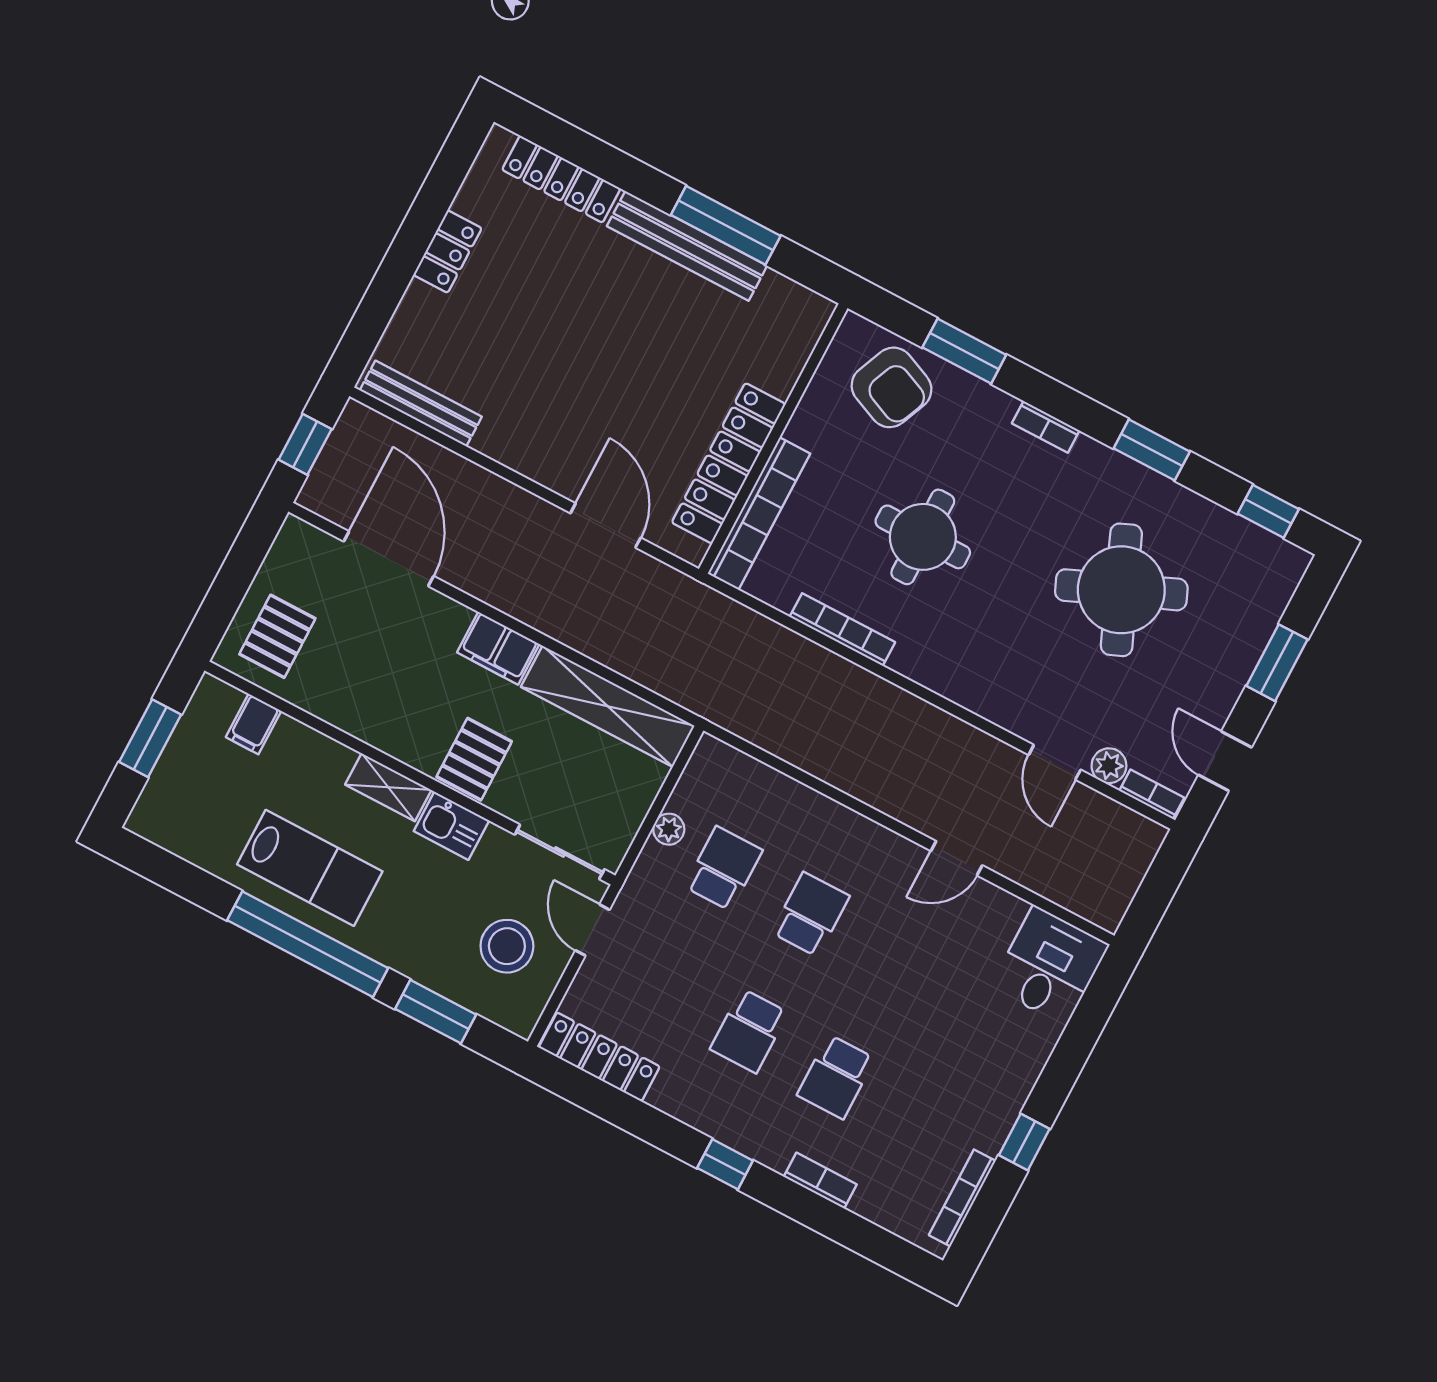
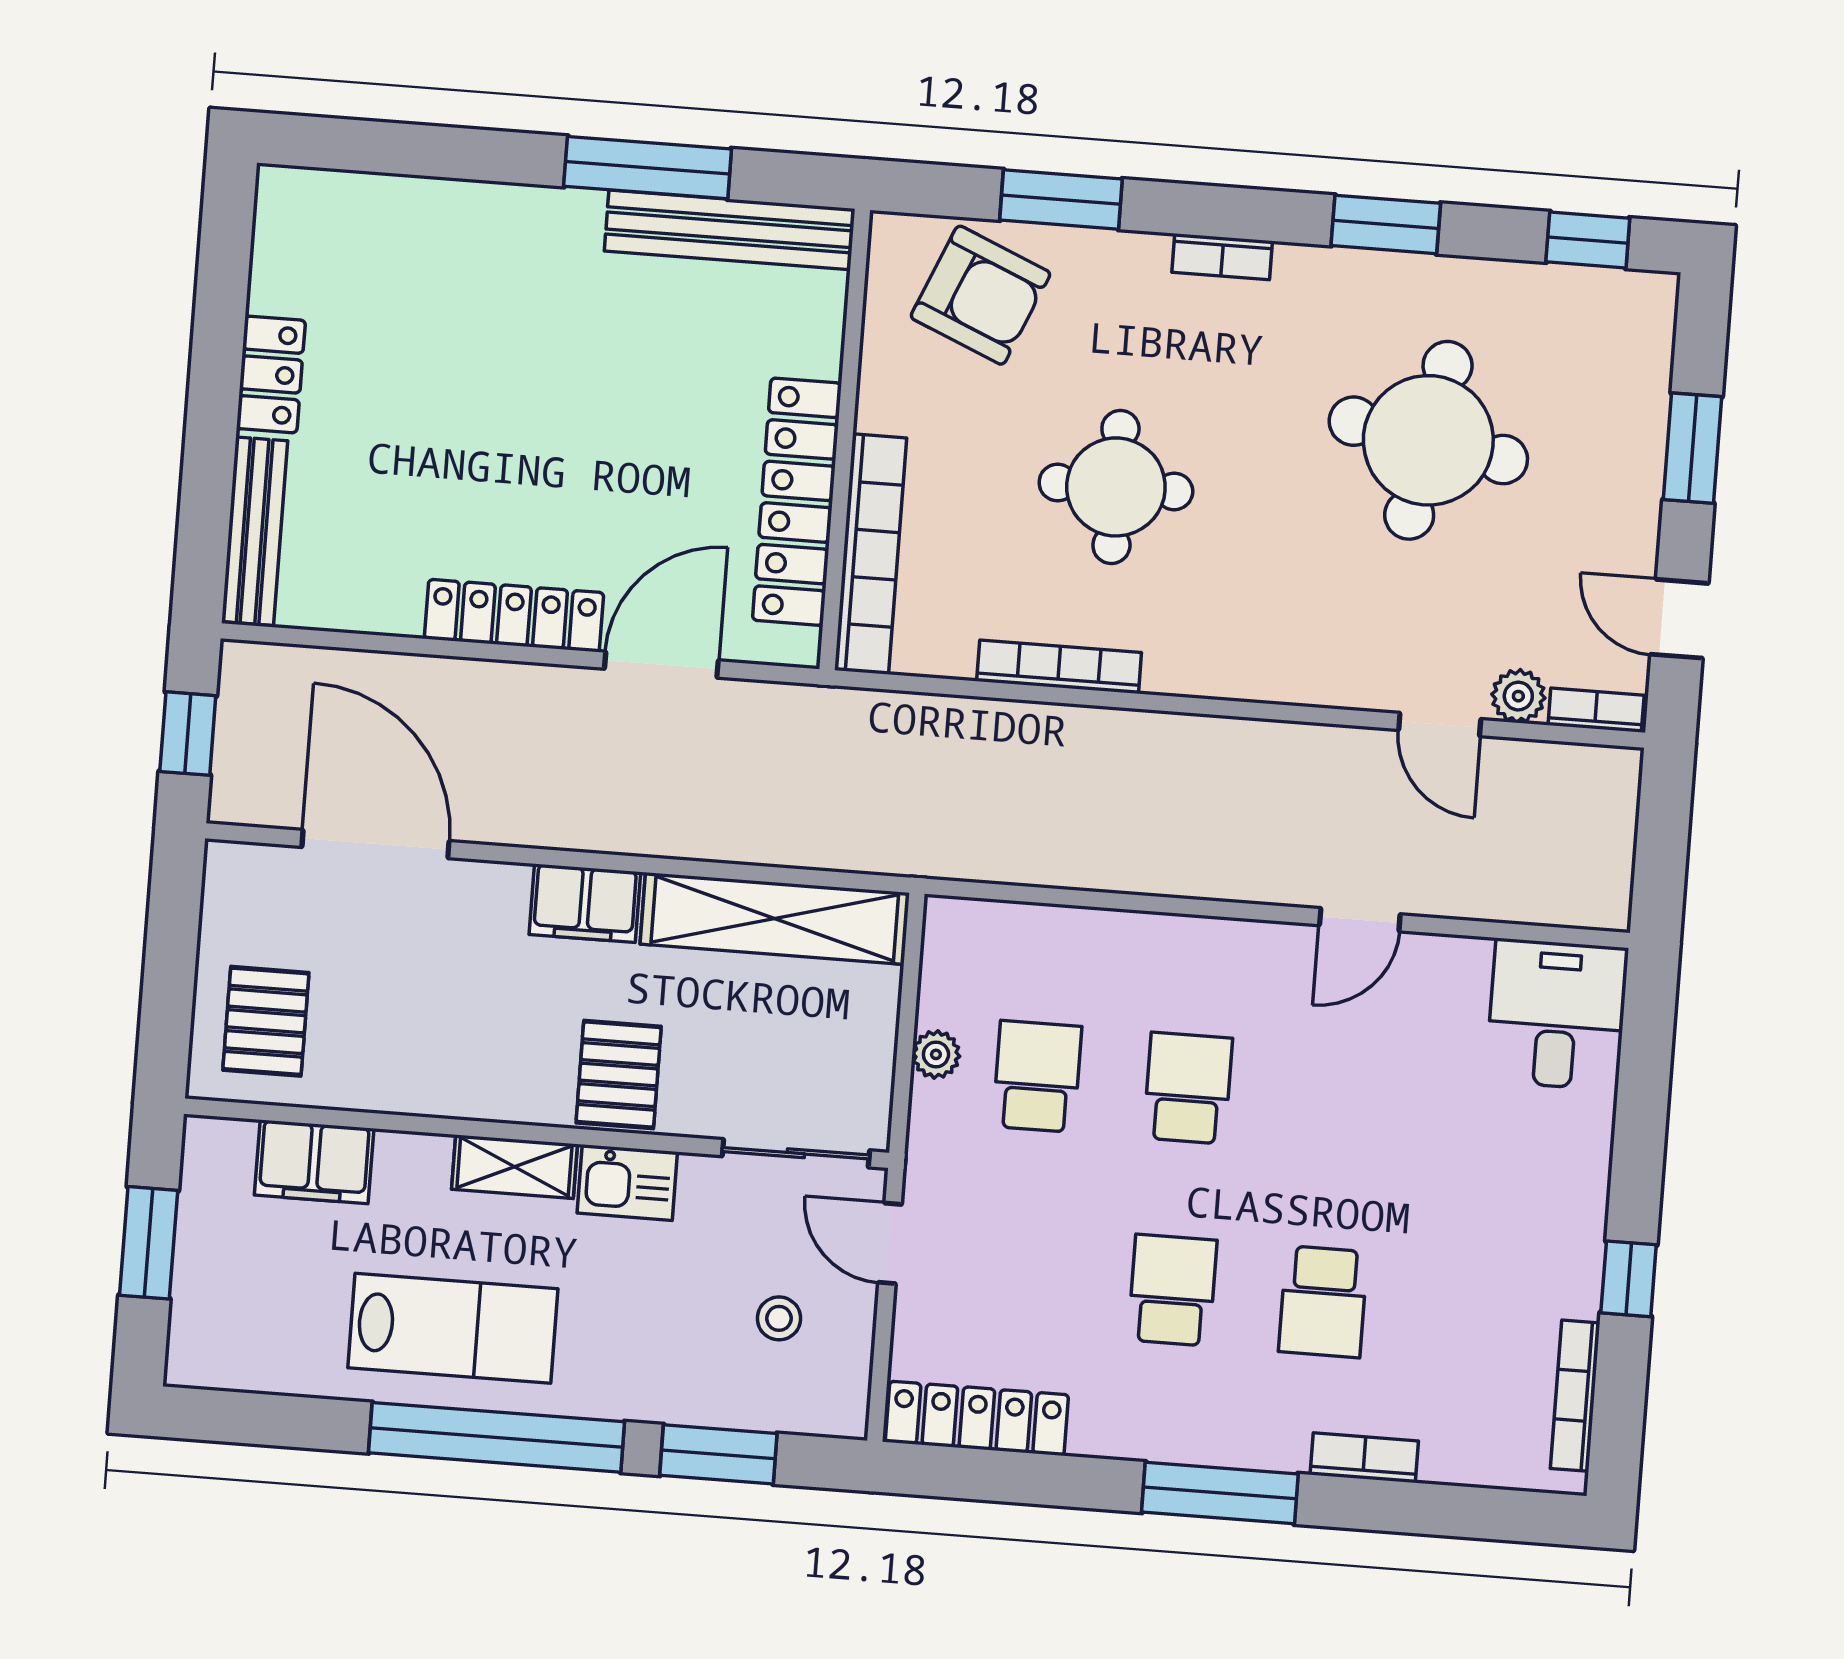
locker: (561, 179) -> (514, 616), moved, turned 180
bench: (687, 246) -> (730, 230), moved
bench: (421, 403) -> (255, 531), moved, turned 90
door: (606, 526) -> (661, 665), hinge flipped
round table: (1121, 590) -> (1428, 440), turned 33
filing cabinet: (254, 724) -> (314, 1162), width x2.00
stool: (507, 946) -> (779, 1318), width x0.53, depth x0.53
school desk: (749, 1031) -> (1172, 1290), turned 180
window: (725, 1164) -> (1220, 1493), width x2.17

